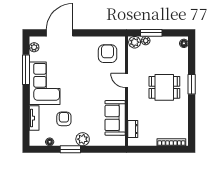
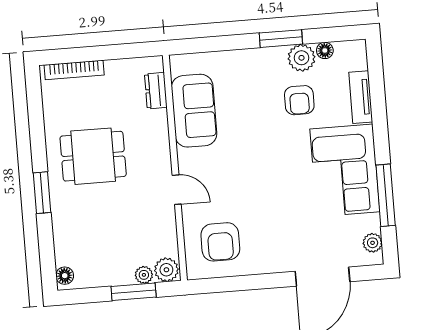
dining table: (164, 87) -> (93, 156), moved
plant: (83, 139) -> (301, 58), moved

